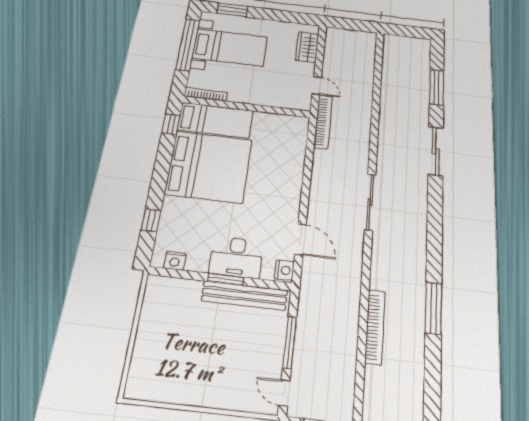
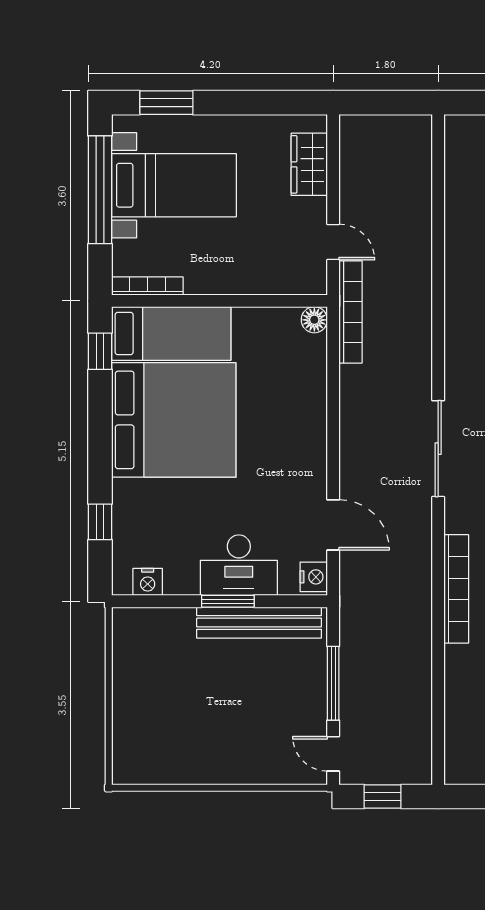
floor lamp: (301, 123) -> (314, 320), added
bookcase: (375, 327) -> (456, 589), moved

